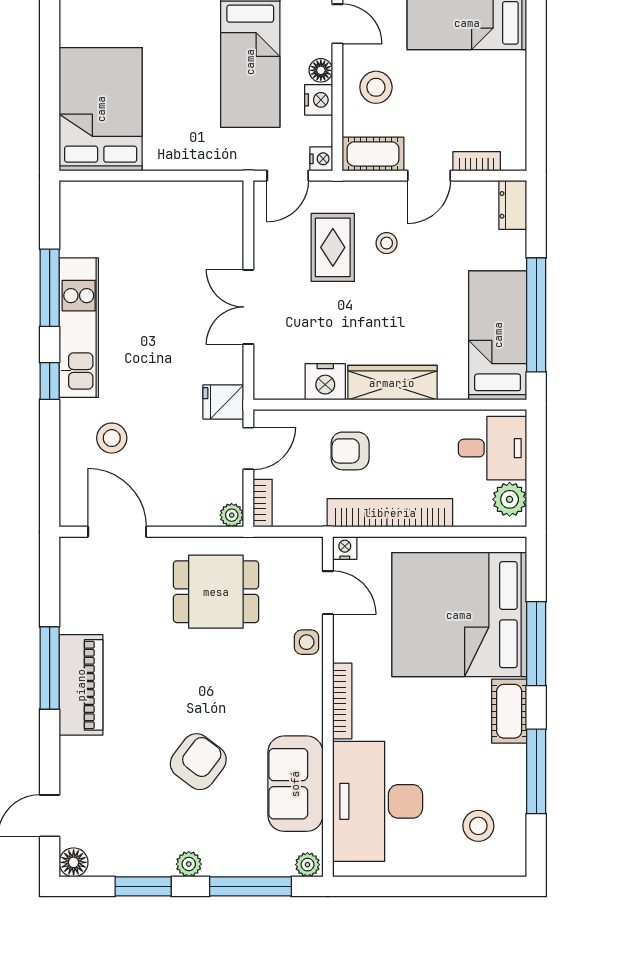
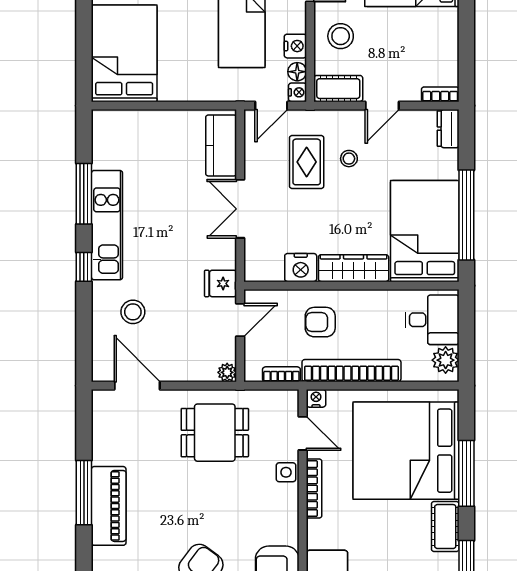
floor lamp: (321, 70) -> (297, 72), moved
bookcase: (477, 161) -> (440, 94), moved
kitchen counter: (224, 226) -> (221, 145), added
bed: (498, 335) -> (425, 231), width x1.50
bookcase: (263, 503) -> (281, 374), moved, turned -90
bookcase: (342, 701) -> (314, 489), moved

